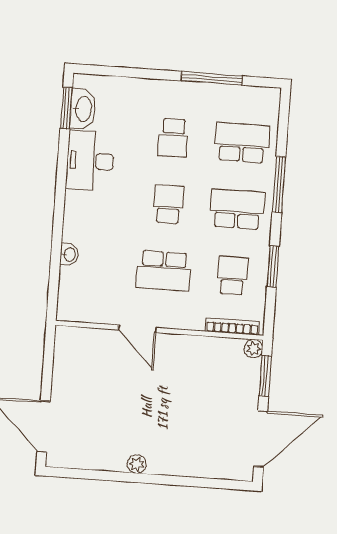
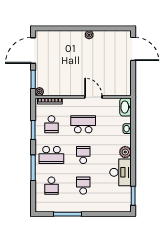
washbasin: (83, 109) -> (126, 107), moved
school desk: (242, 143) -> (51, 186), width x0.54
plant: (77, 204) -> (125, 152), added
school desk: (168, 204) -> (83, 155), turned 180

